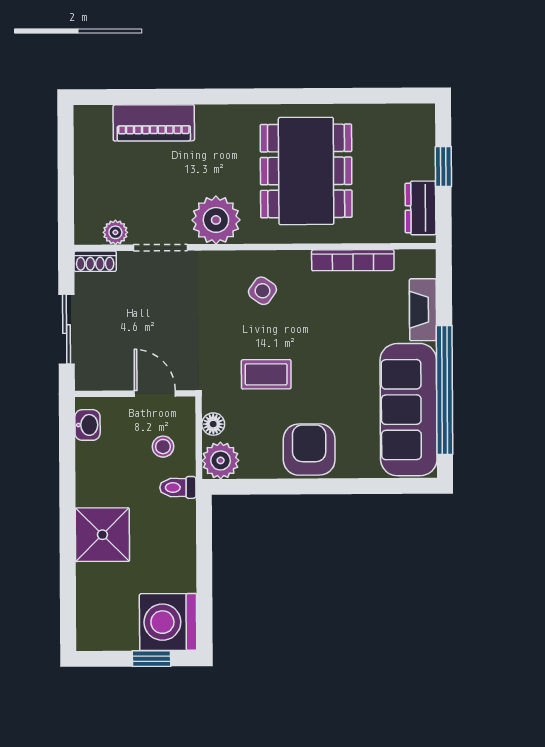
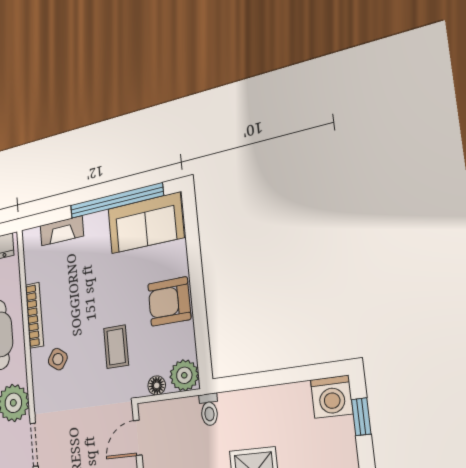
bookcase: (353, 260) -> (34, 315), moved
sofa: (409, 410) -> (145, 223), width x0.73
stool: (163, 447) -> (178, 426), removed
washing machine: (168, 622) -> (332, 397), width x0.73, depth x0.73

